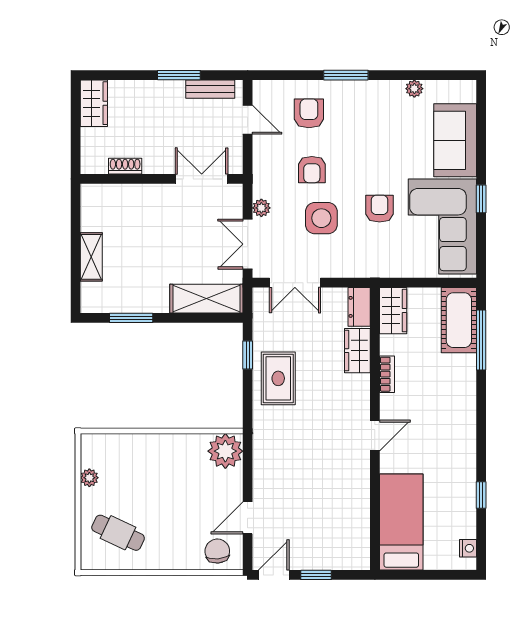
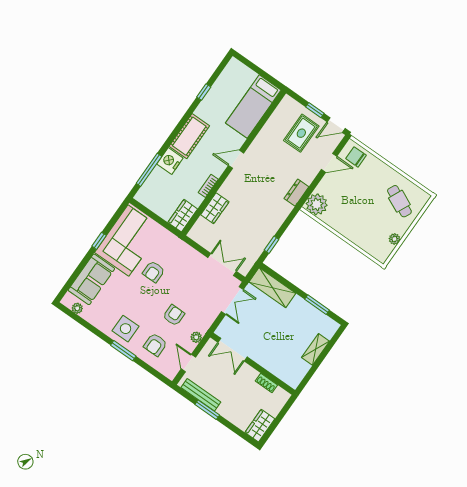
bench: (210, 89) -> (201, 395), width x1.36
plant: (414, 89) -> (77, 308), moved
plant: (261, 208) -> (196, 337), moved
side table: (321, 218) -> (125, 329), moved
dresser: (359, 307) -> (296, 193), moved, turned 180
cot: (459, 320) -> (189, 136), moved
rug: (278, 378) -> (301, 133), moved
nightstand: (468, 548) -> (170, 161), moved, width x1.89, depth x1.79
chair: (217, 551) -> (356, 157), turned 95

